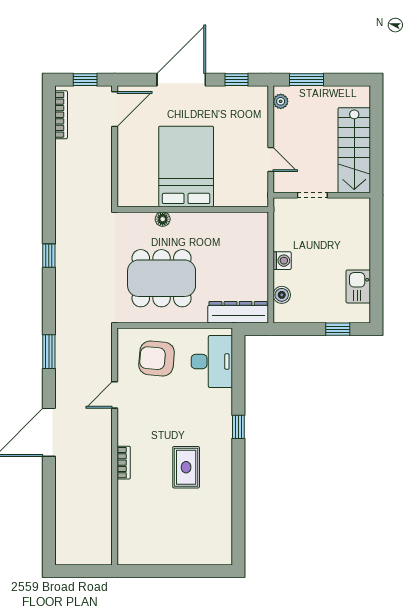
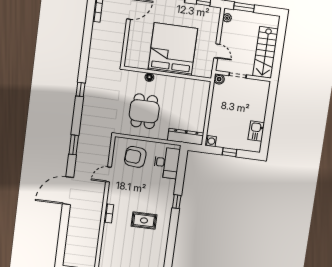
bed: (186, 167) -> (173, 49), width x1.36
washing machine: (282, 261) -> (211, 141), moved
dining table: (162, 278) -> (144, 111), width x0.73
boiler: (282, 295) -> (219, 79), moved
window: (338, 329) -> (230, 152), moved
rug: (186, 467) -> (144, 220), turned 90

